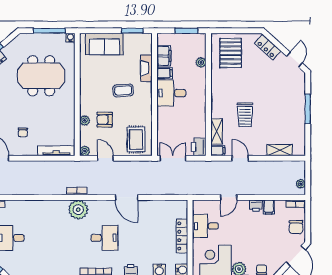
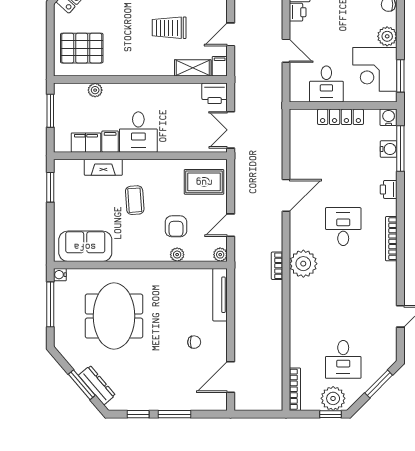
sofa: (104, 44) -> (85, 246), moved, turned -90
trolley: (245, 115) -> (169, 28), turned 180

